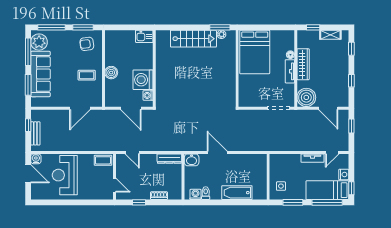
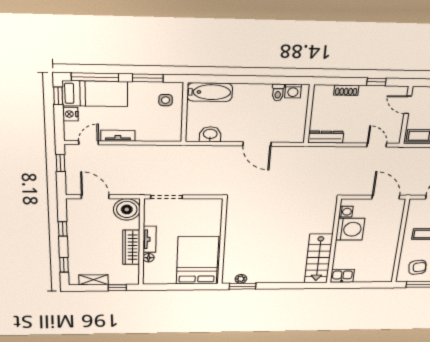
stairs: (193, 39) -> (318, 259), moved, turned -90
boiler: (111, 73) -> (391, 237), removed
door: (131, 108) -> (386, 197), moved
window: (351, 126) -> (60, 163), moved
washbasin: (192, 160) -> (210, 134), moved
bathtub: (237, 193) -> (210, 92), moved

